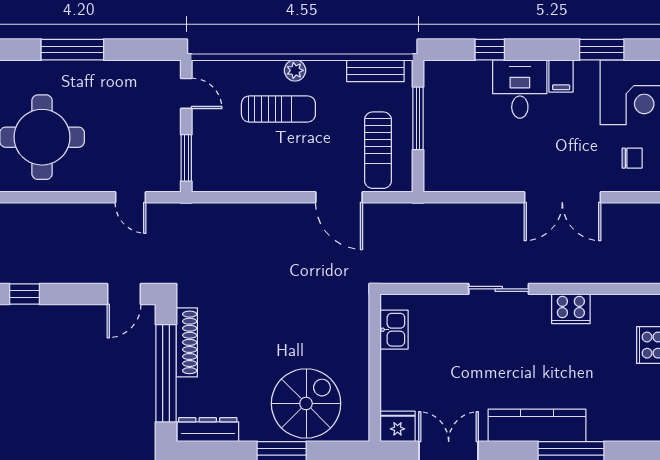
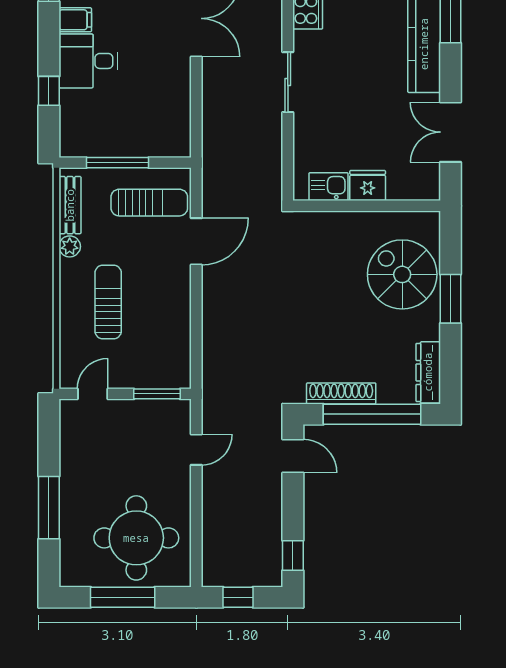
plant: (295, 70) -> (70, 246), moved
fridge: (398, 426) -> (368, 186), moved, turned 90

